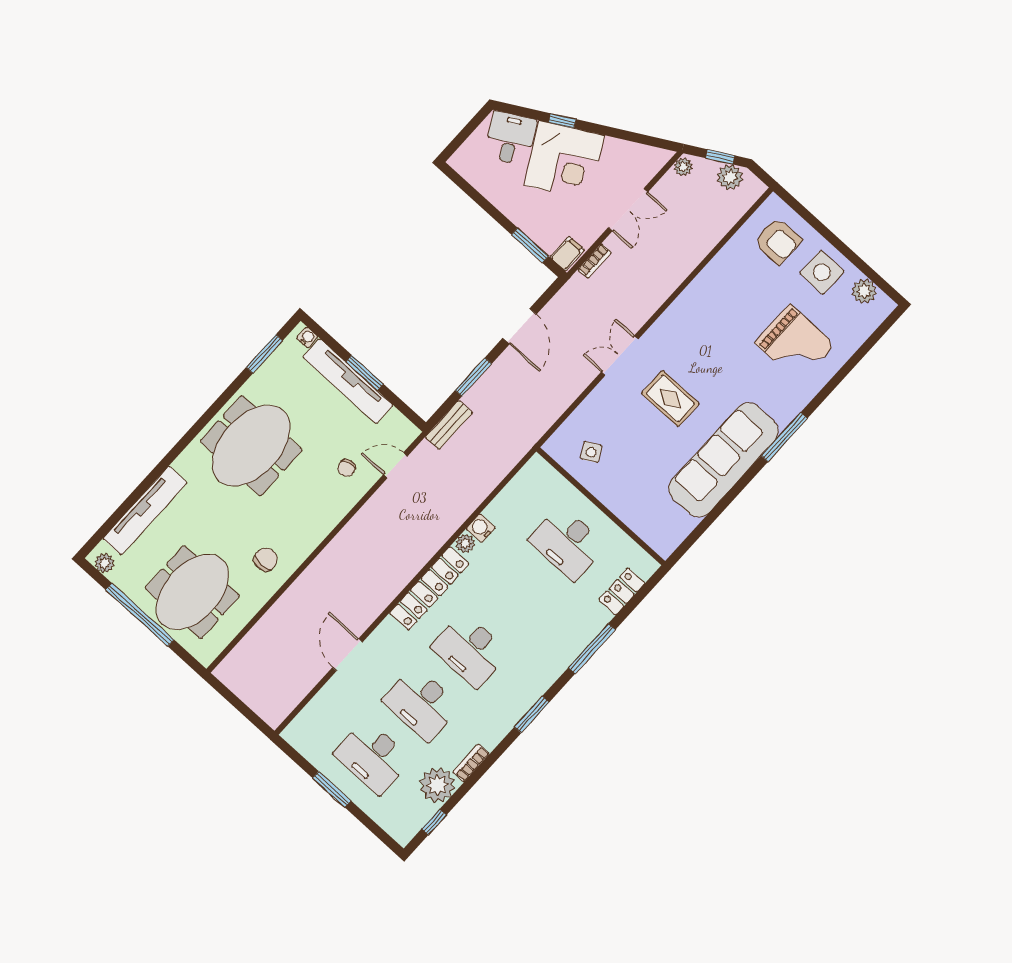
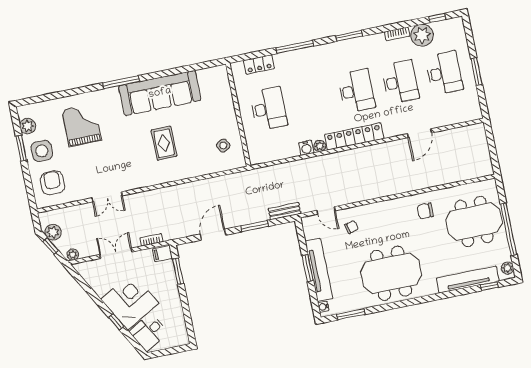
window: (851, 256) -> (21, 148), added
double door: (620, 356) -> (107, 197), moved
window: (111, 522) -> (489, 286), added

